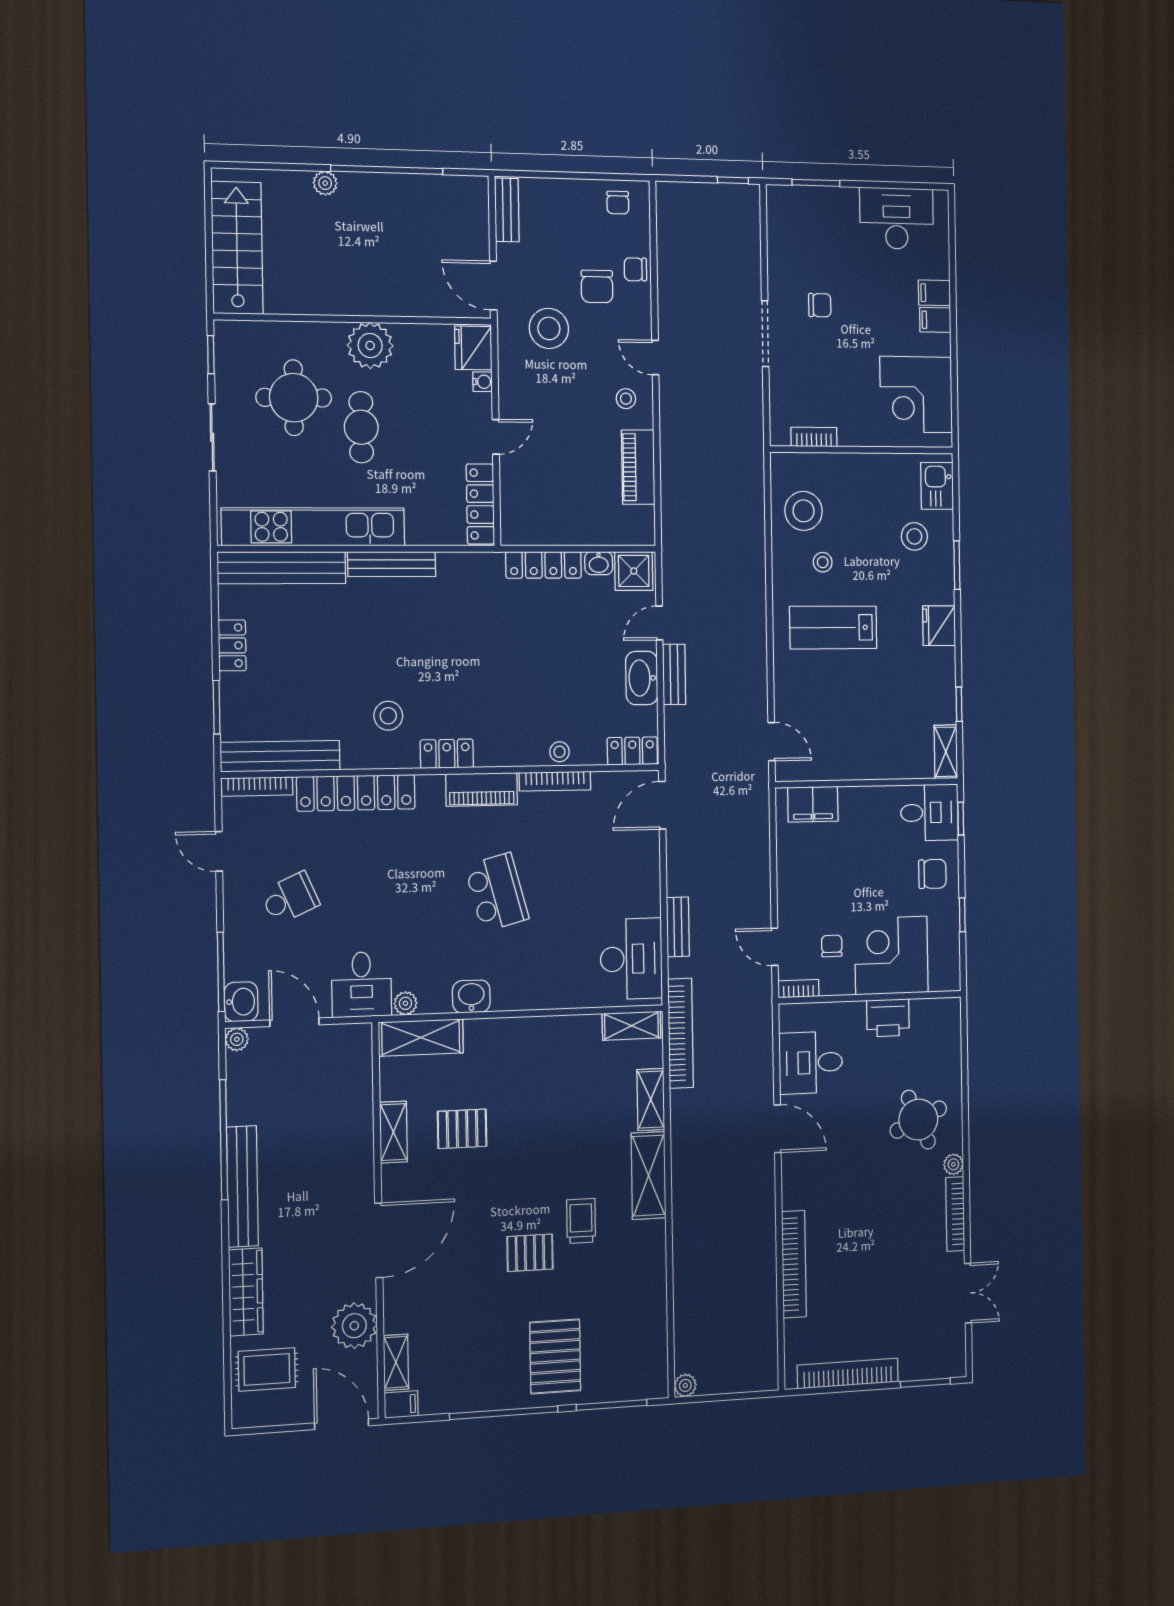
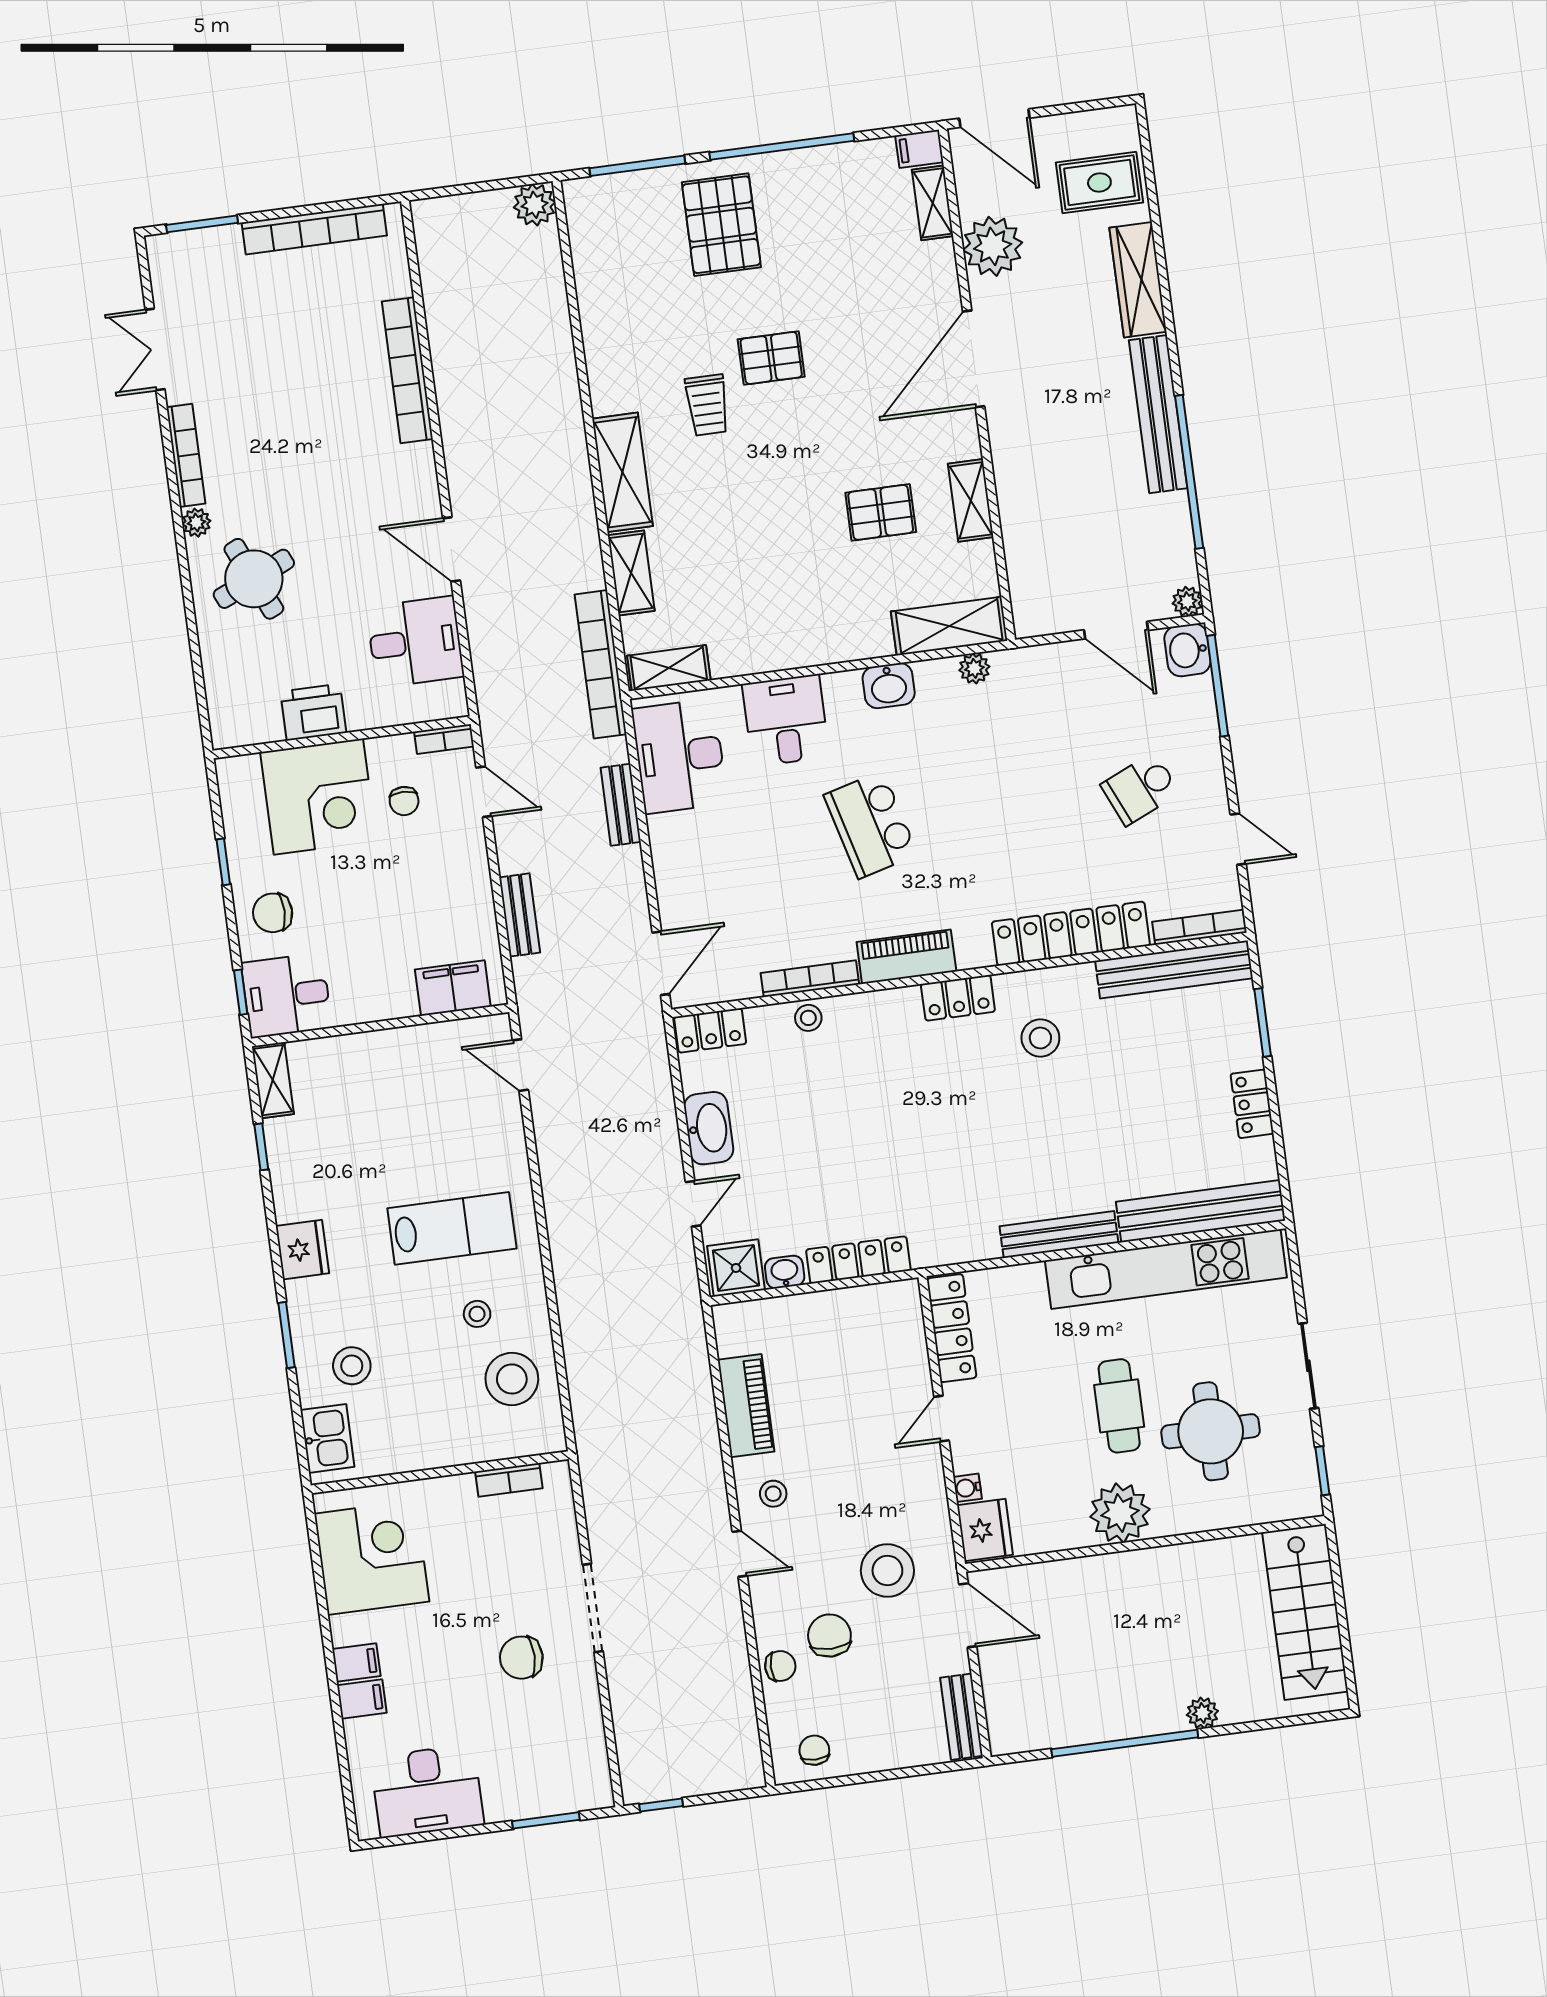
chair: (820, 305) -> (521, 1658), width x1.37, depth x1.37
bench: (674, 674) -> (520, 915), moved
desk: (362, 985) -> (786, 720), moved
plant: (685, 1385) -> (535, 205), width x1.38, depth x1.38

